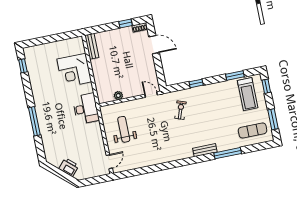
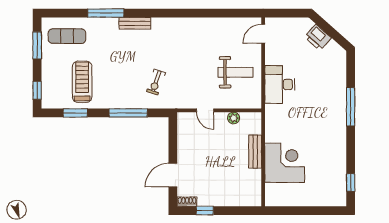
door: (154, 45) -> (173, 175), hinge flipped
bench: (92, 46) -> (255, 152), moved
window: (196, 83) -> (128, 113), width x2.17
treadmill: (248, 94) -> (82, 82), moved
door: (151, 95) -> (205, 110), moved
desk: (86, 109) -> (280, 85), moved
weight bench: (124, 129) -> (235, 72), turned -90

